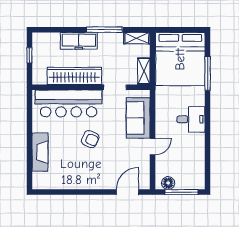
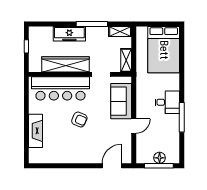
bed: (180, 59) -> (164, 50), width x0.73
window: (208, 73) -> (182, 117), moved
floor lamp: (168, 183) -> (160, 158), moved

